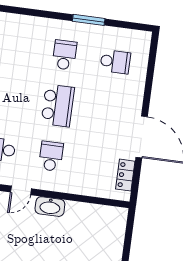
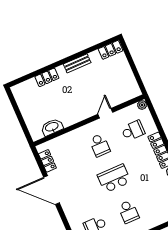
school desk: (58, 106) -> (114, 178), turned 90
washbasin: (50, 207) -> (52, 127), moved

